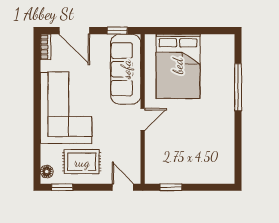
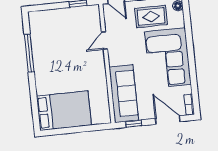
bed: (178, 66) -> (64, 111), moved, turned 90
window: (238, 87) -> (29, 53), moved
door: (143, 119) -> (104, 41), moved

